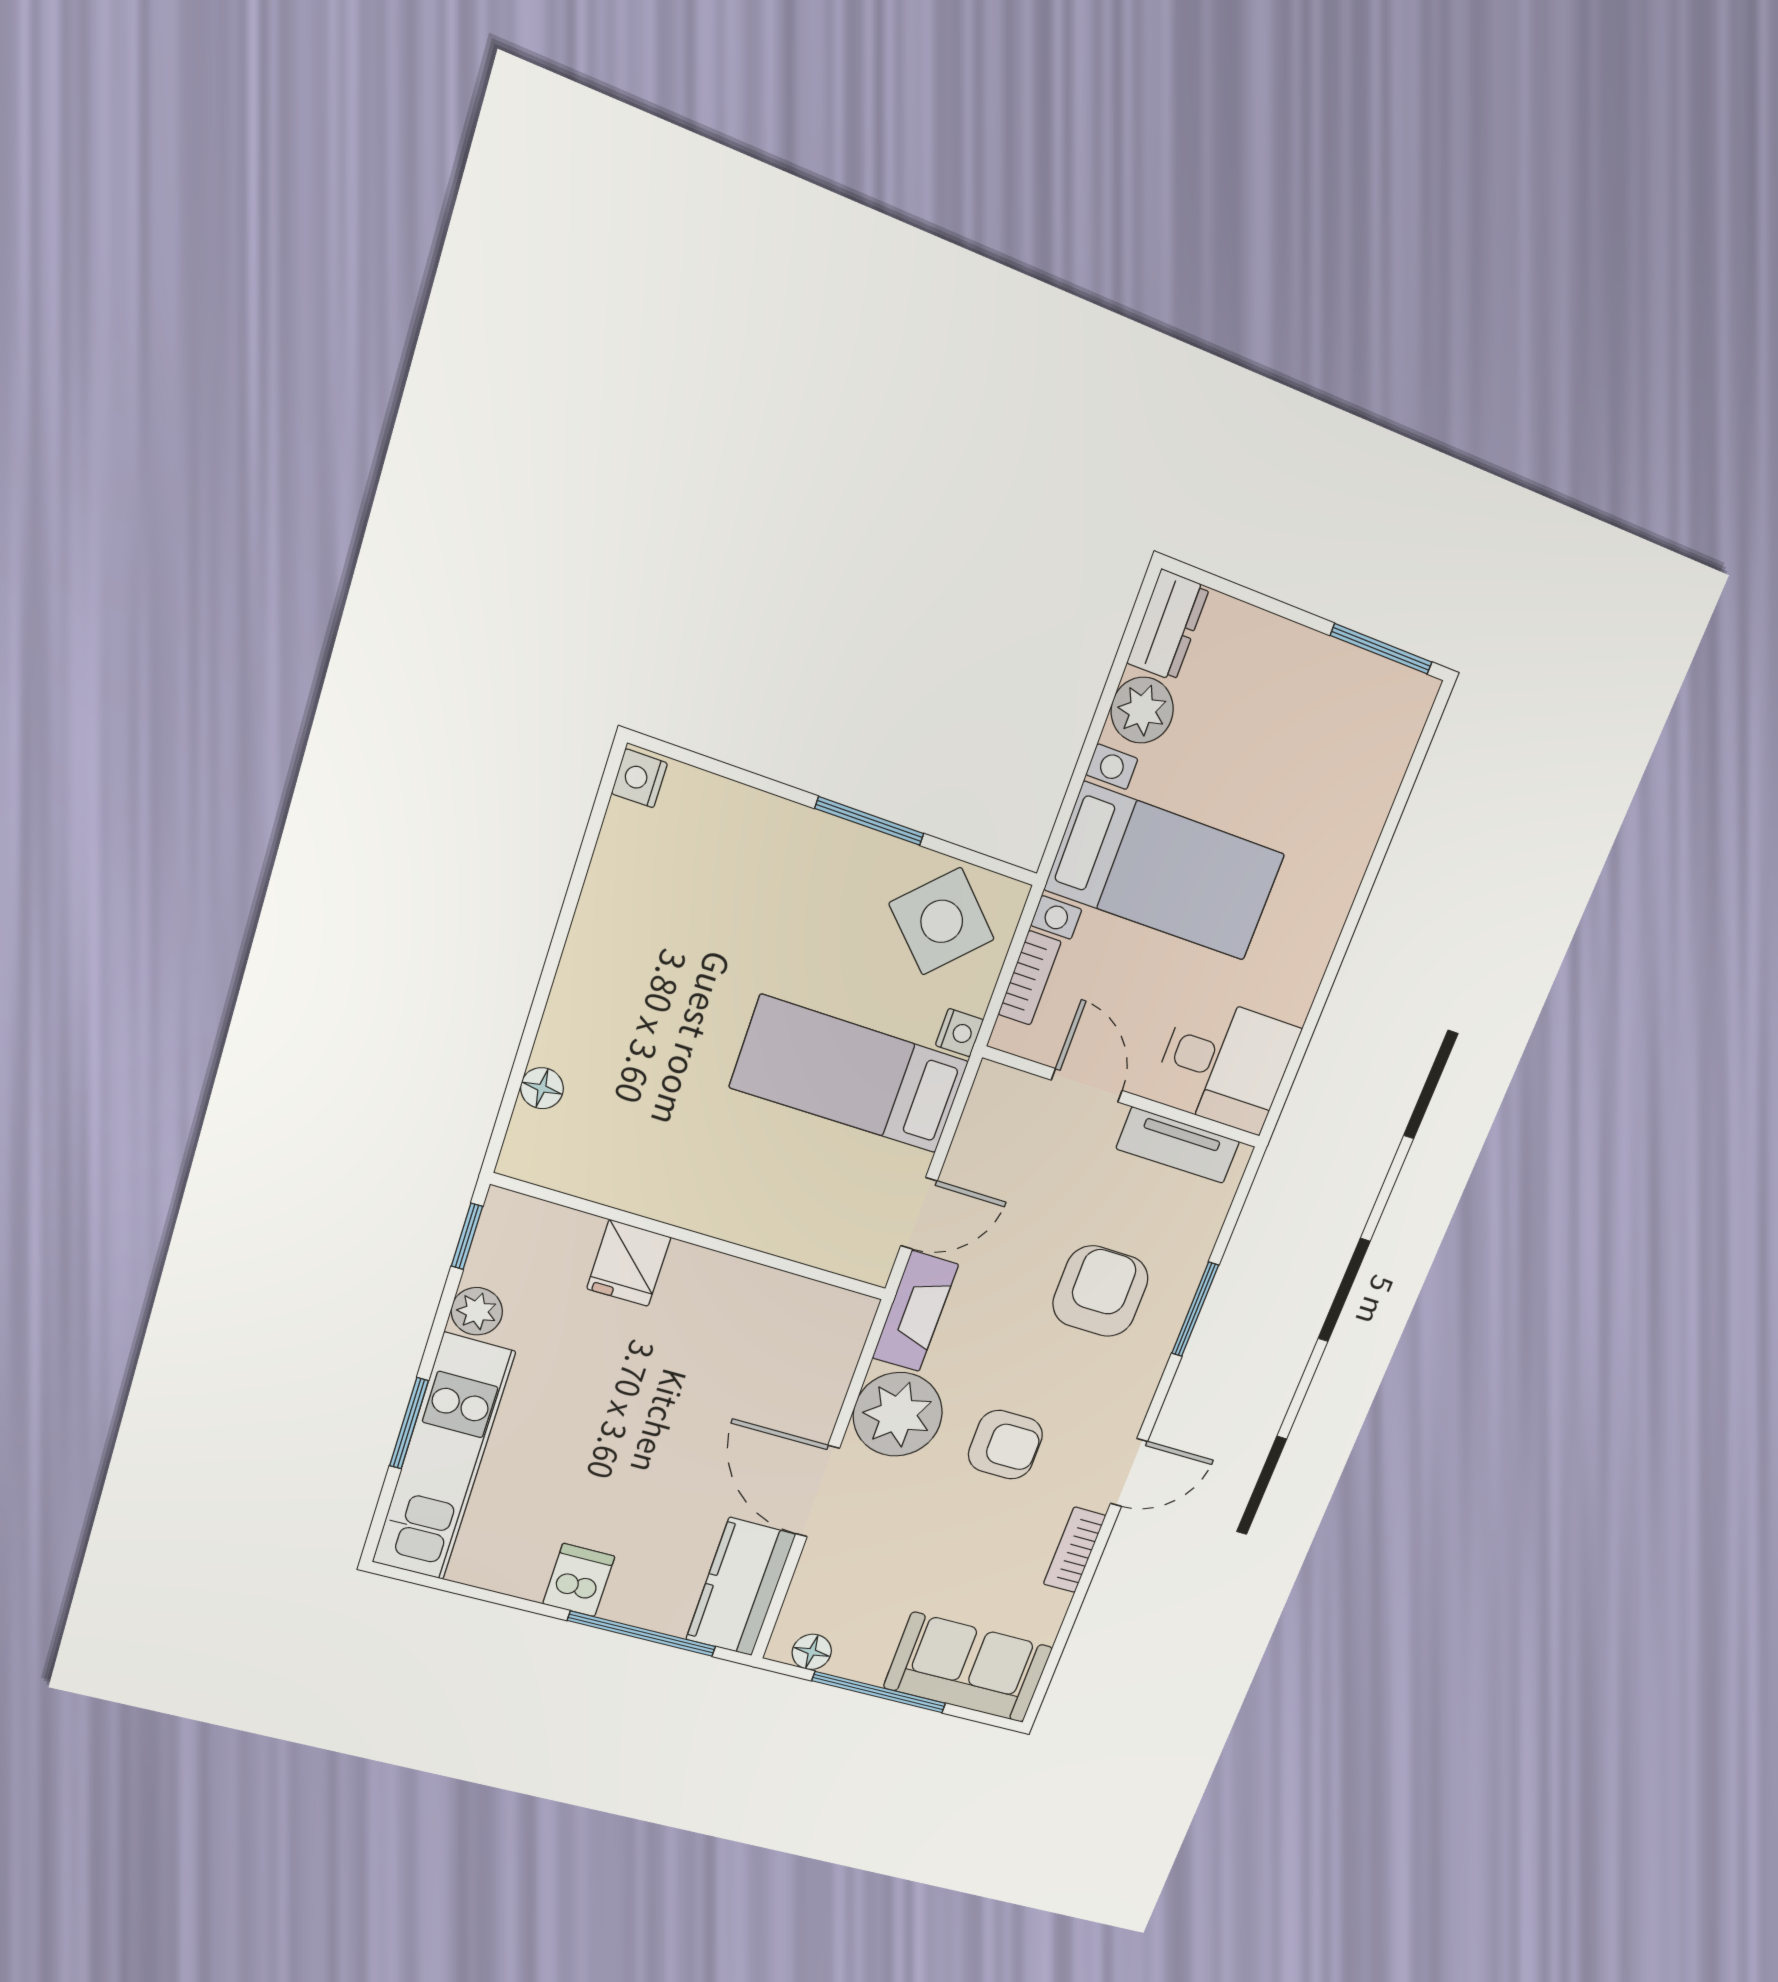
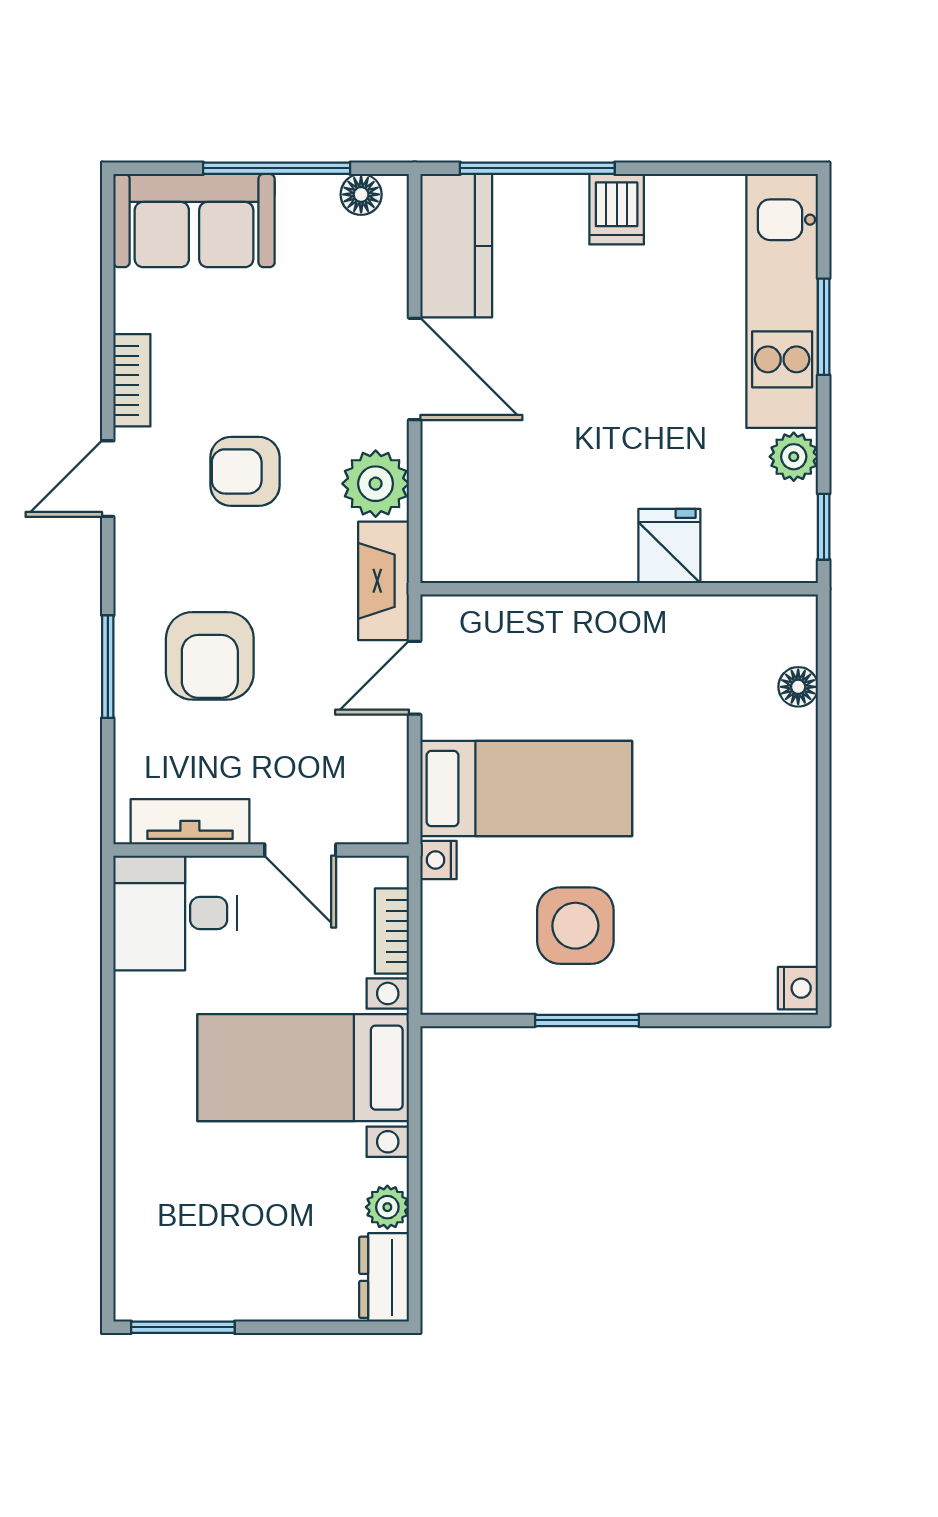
plant: (1142, 710) -> (387, 1207), width x0.73, depth x0.73
side table: (942, 921) -> (575, 926), moved, turned 45
plant: (898, 1414) -> (376, 484), width x0.73, depth x0.73

